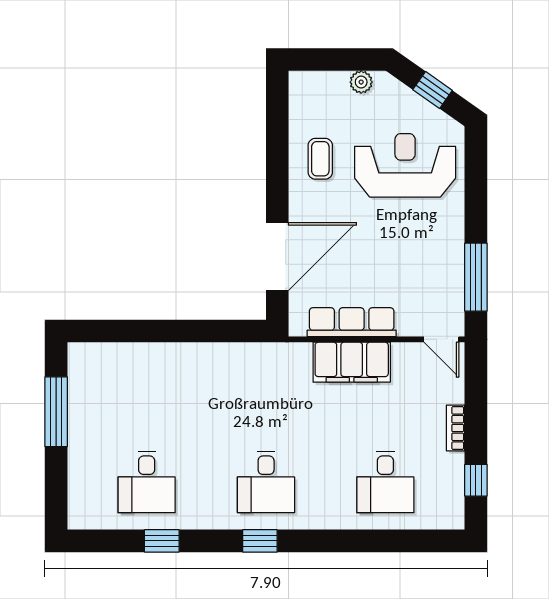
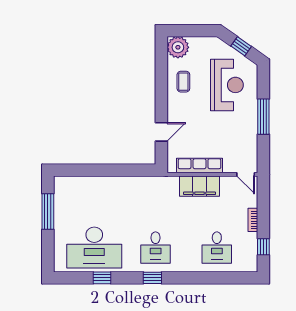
plant: (361, 82) -> (178, 47), moved, width x1.87, depth x1.87
reception desk: (405, 165) -> (227, 85), turned 90
door: (277, 257) -> (161, 132), width x0.53
window: (476, 277) -> (263, 117), moved
desk: (147, 482) -> (94, 248), width x1.87, depth x1.30

